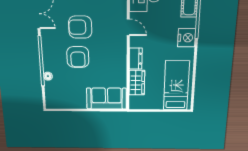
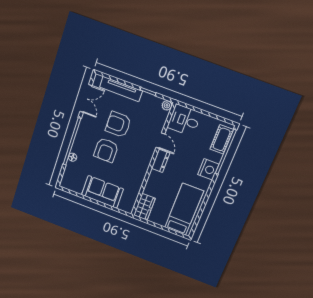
dresser: (136, 59) -> (161, 161), moved
wardrobe: (137, 83) -> (144, 207), moved
sofa: (107, 99) -> (102, 192), moved

